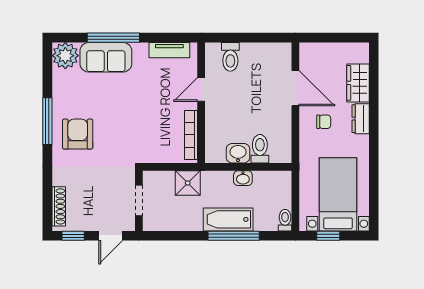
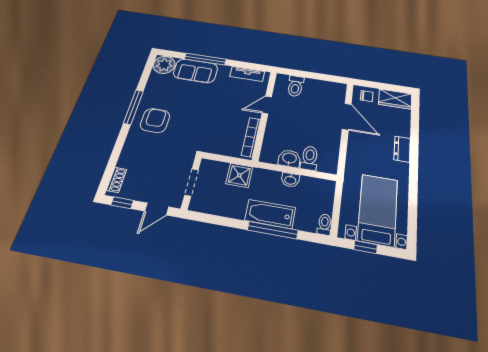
wardrobe: (358, 83) -> (395, 99), moved, turned -90
chair: (324, 122) -> (367, 96), moved
shoe rack: (59, 206) -> (117, 180), width x0.70

